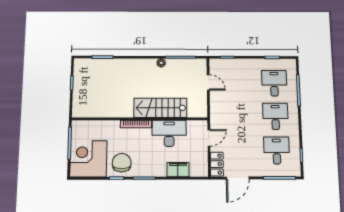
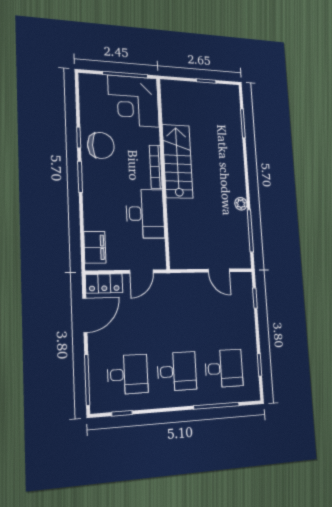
door: (208, 82) -> (219, 271), hinge flipped
stairs: (160, 108) -> (178, 161), moved
door: (209, 138) -> (141, 272), hinge flipped
corner desk: (88, 159) -> (134, 101), moved, turned 180
filing cabinet: (178, 170) -> (95, 247), moved
door: (238, 178) -> (85, 315), swing flipped

